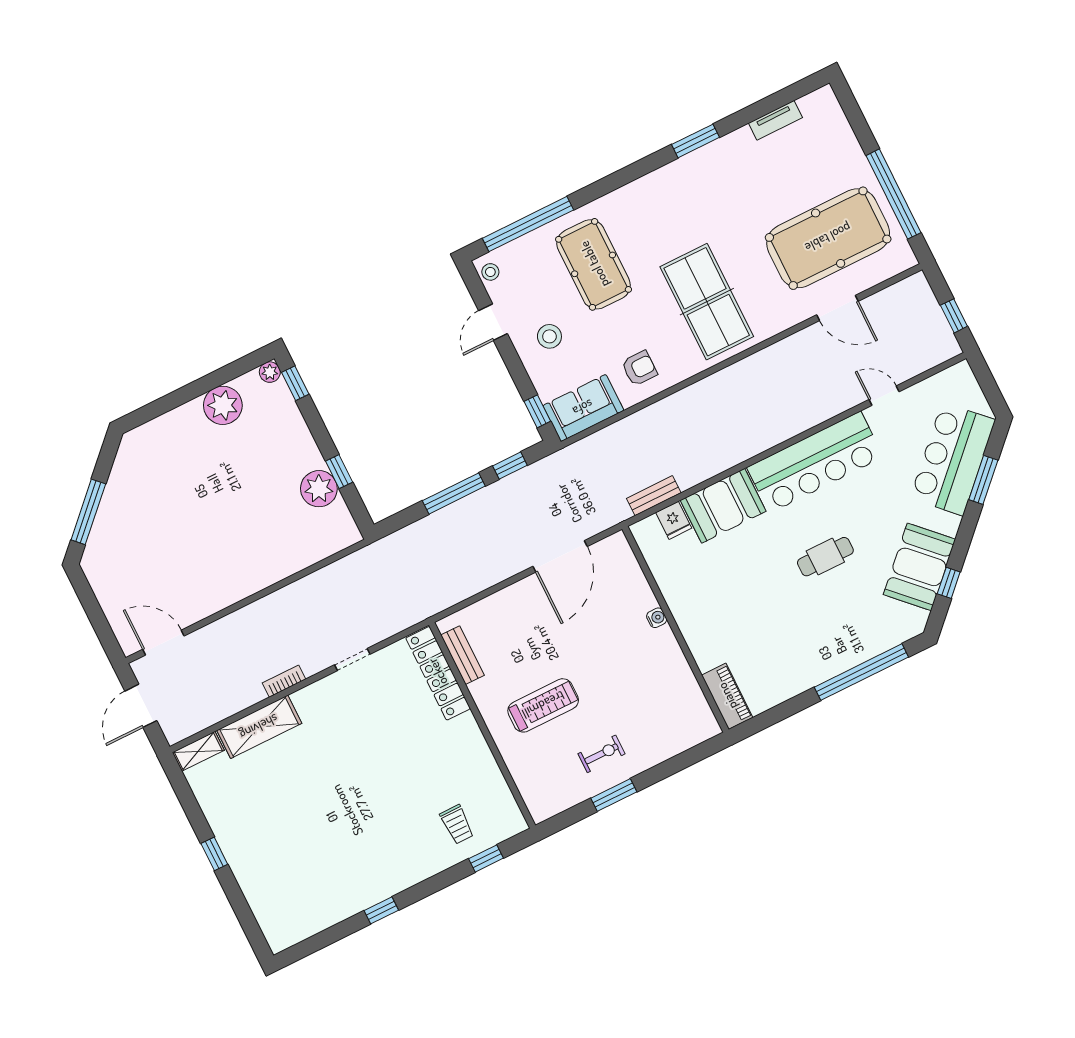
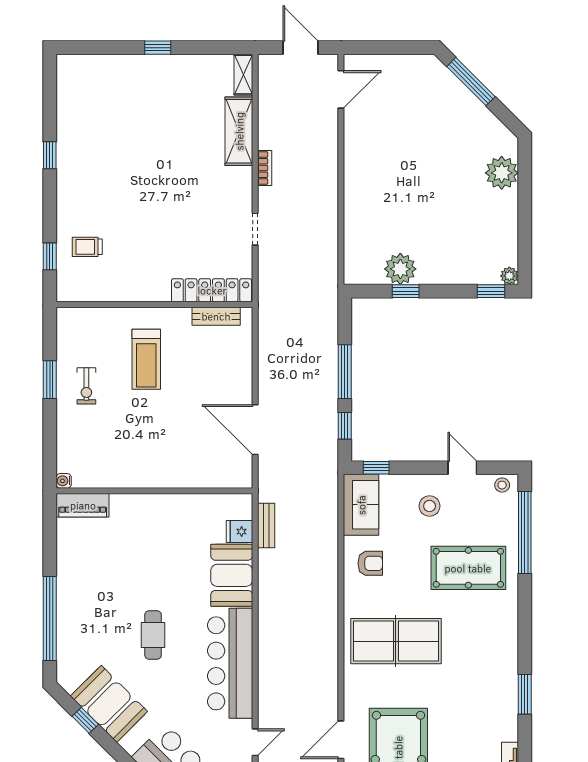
armchair: (639, 368) -> (370, 563), turned -90
plant: (223, 405) -> (502, 173), moved
water cooler: (657, 618) -> (64, 481), moved, turned 90

